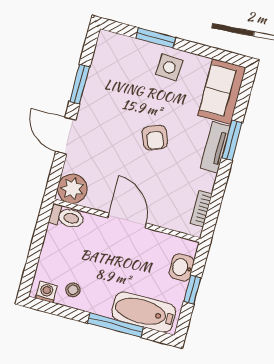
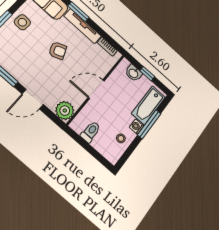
tv unit: (215, 147) -> (83, 26), width x1.41
toilet: (67, 217) -> (91, 132), moved
washing machine: (46, 292) -> (137, 127), moved

